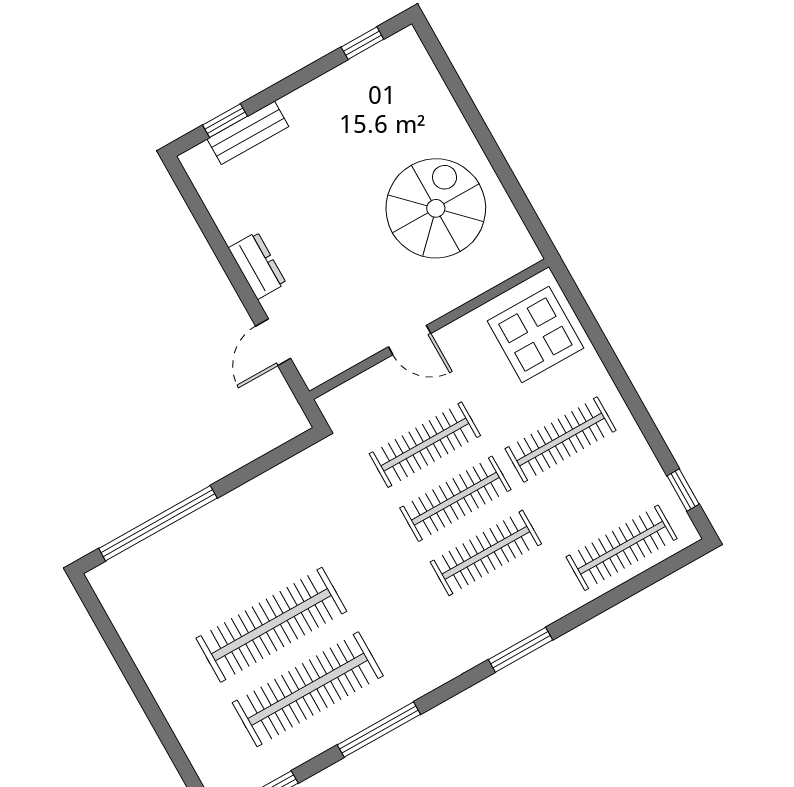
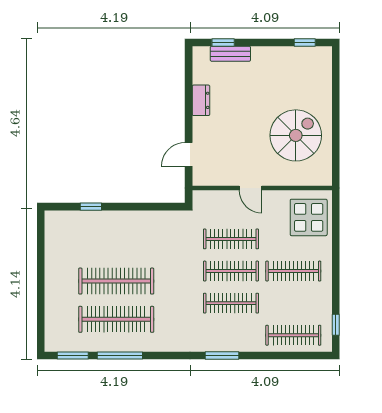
dresser: (257, 266) -> (201, 100), moved
window: (158, 523) -> (91, 207), width x0.32
window: (379, 730) -> (120, 355), moved

